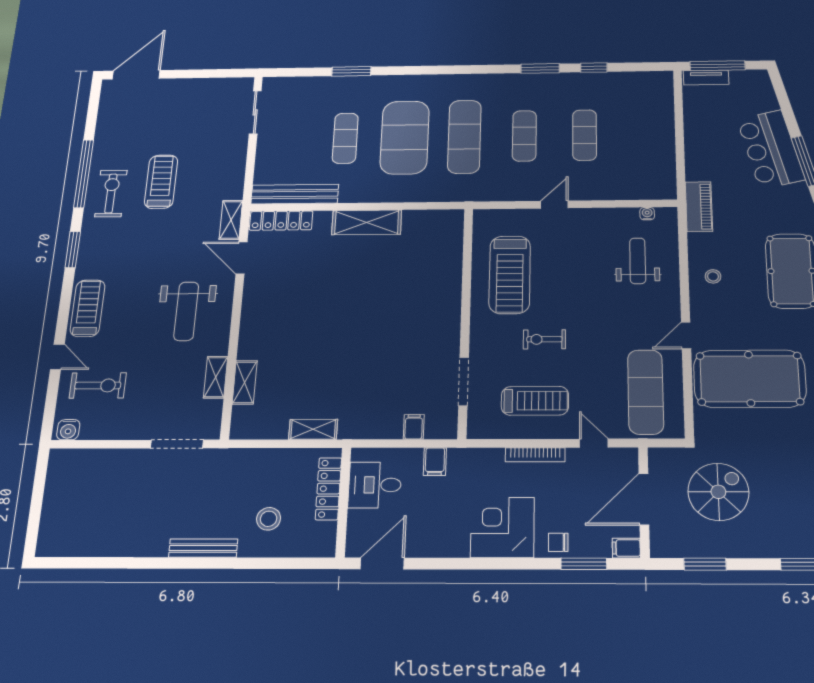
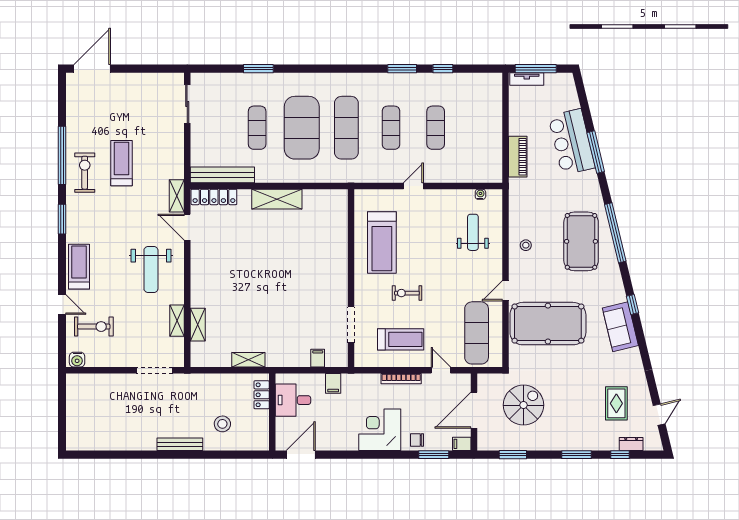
piano: (699, 207) -> (518, 157), moved
locker: (328, 489) -> (262, 395), width x0.66

